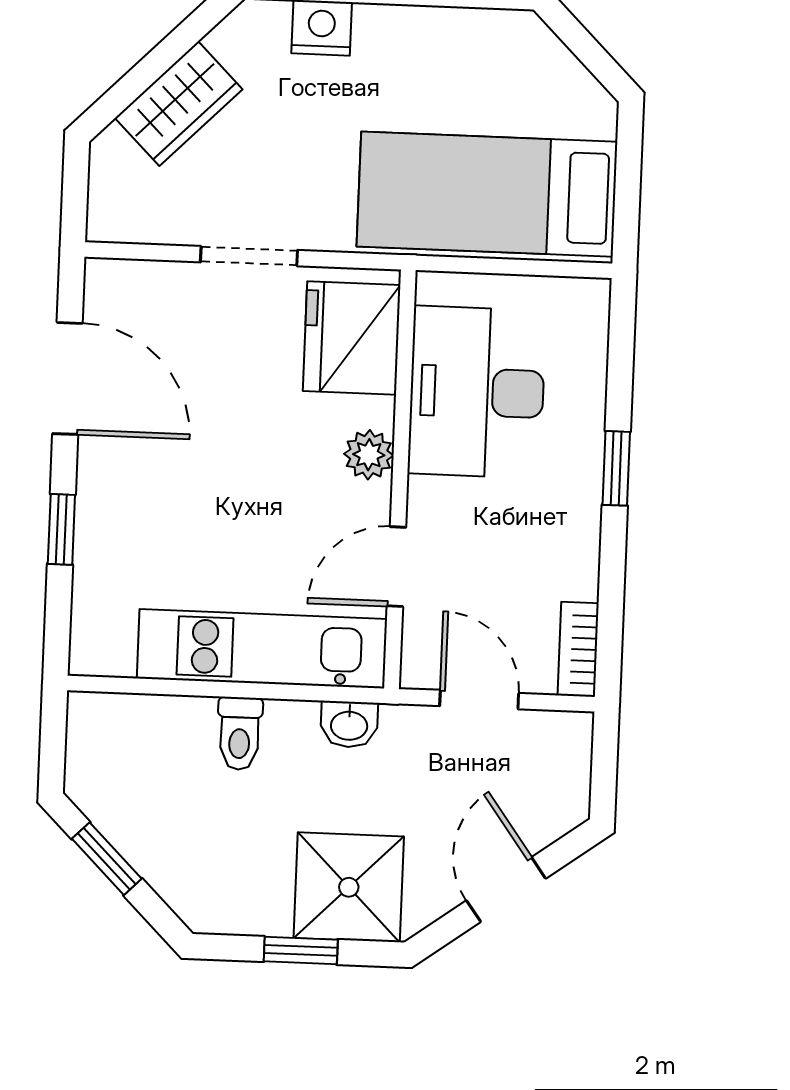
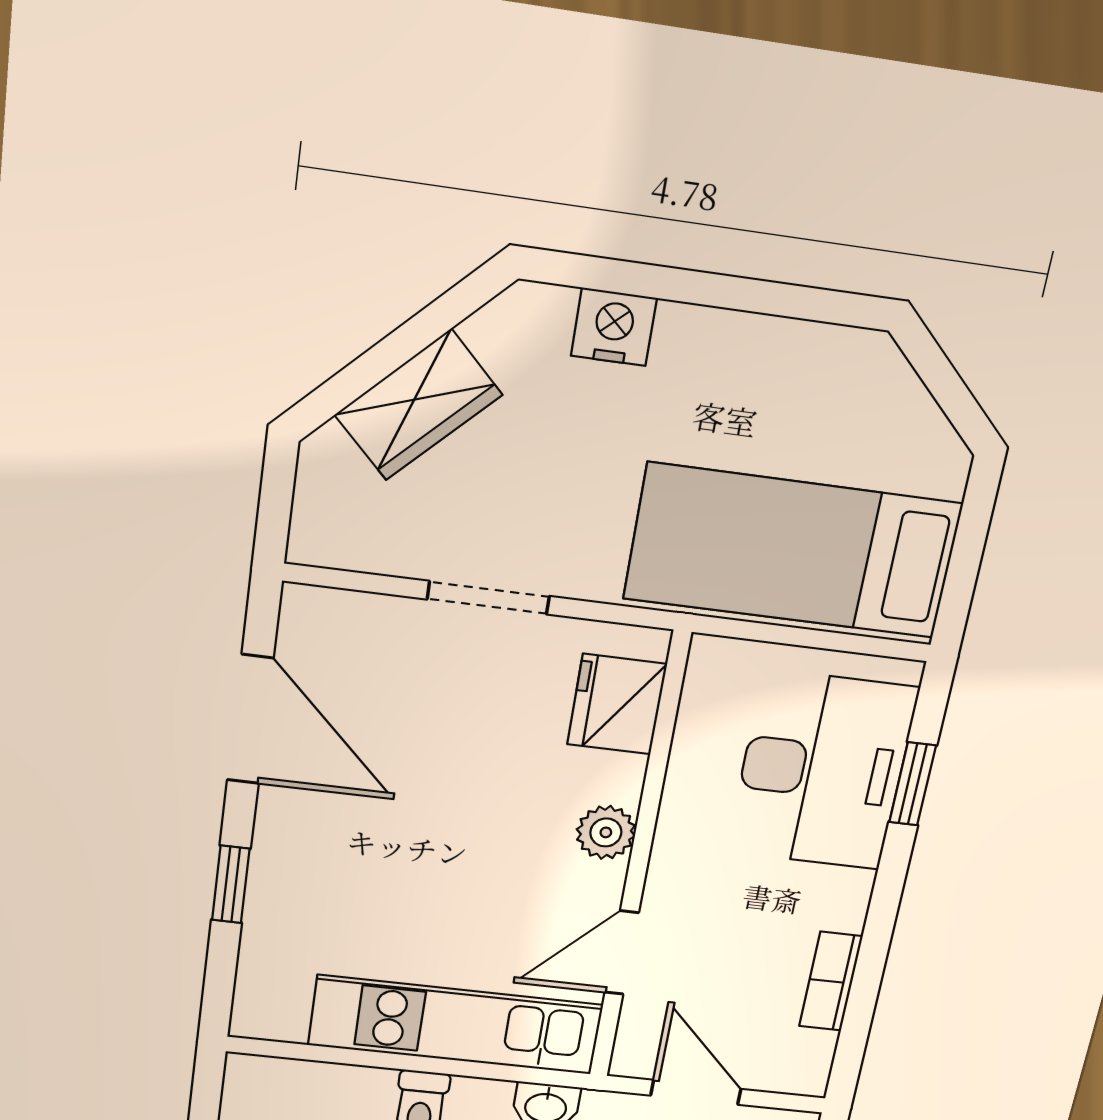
fridge: (352, 338) -> (617, 704), width x0.73, depth x0.75
desk: (477, 392) -> (822, 770), moved, turned 180
window: (616, 468) -> (913, 784), moved
bookcase: (578, 649) -> (831, 981), moved

